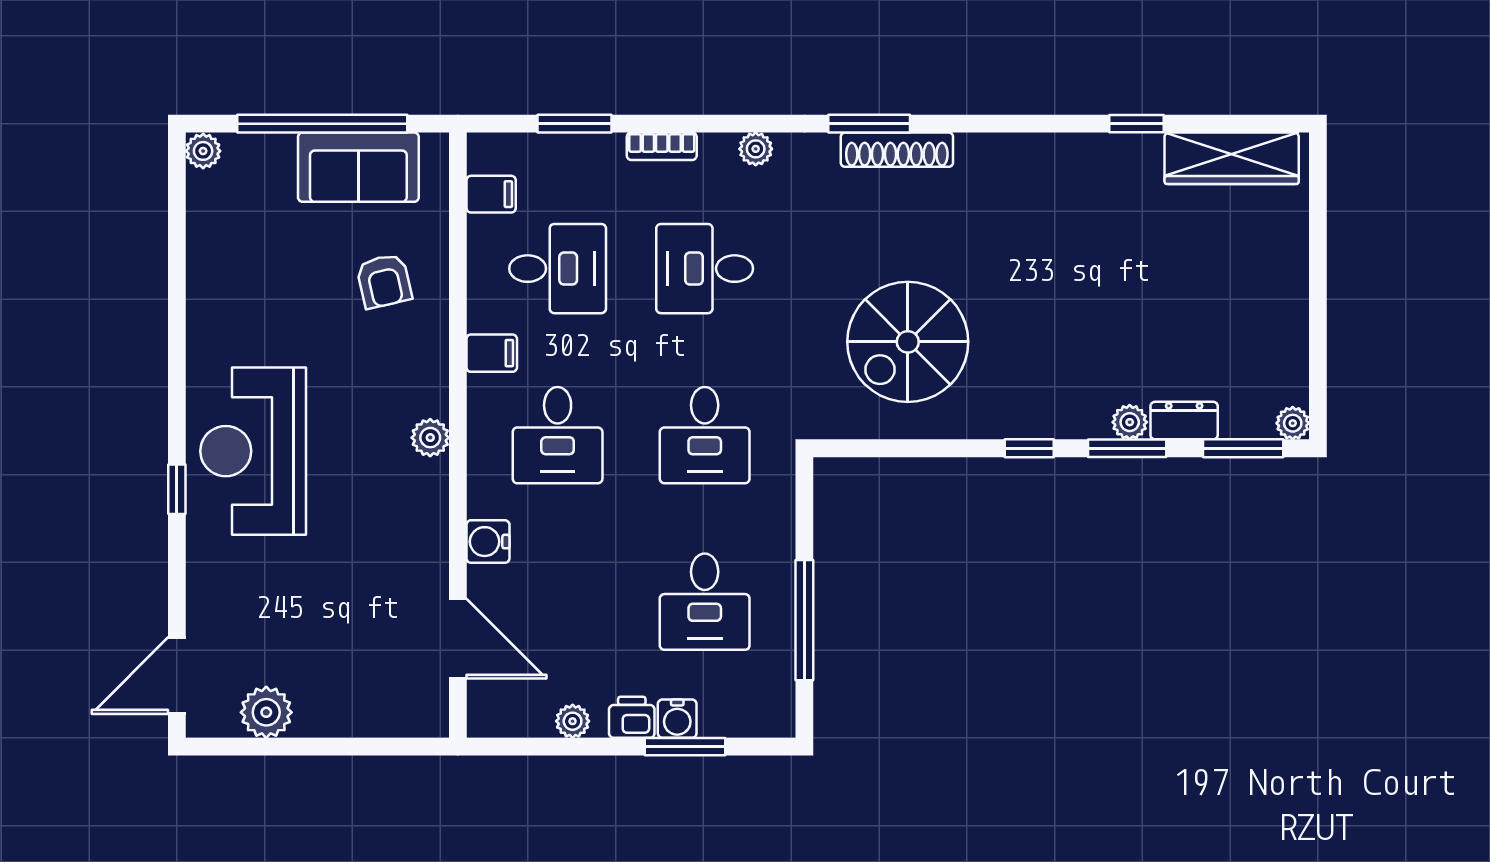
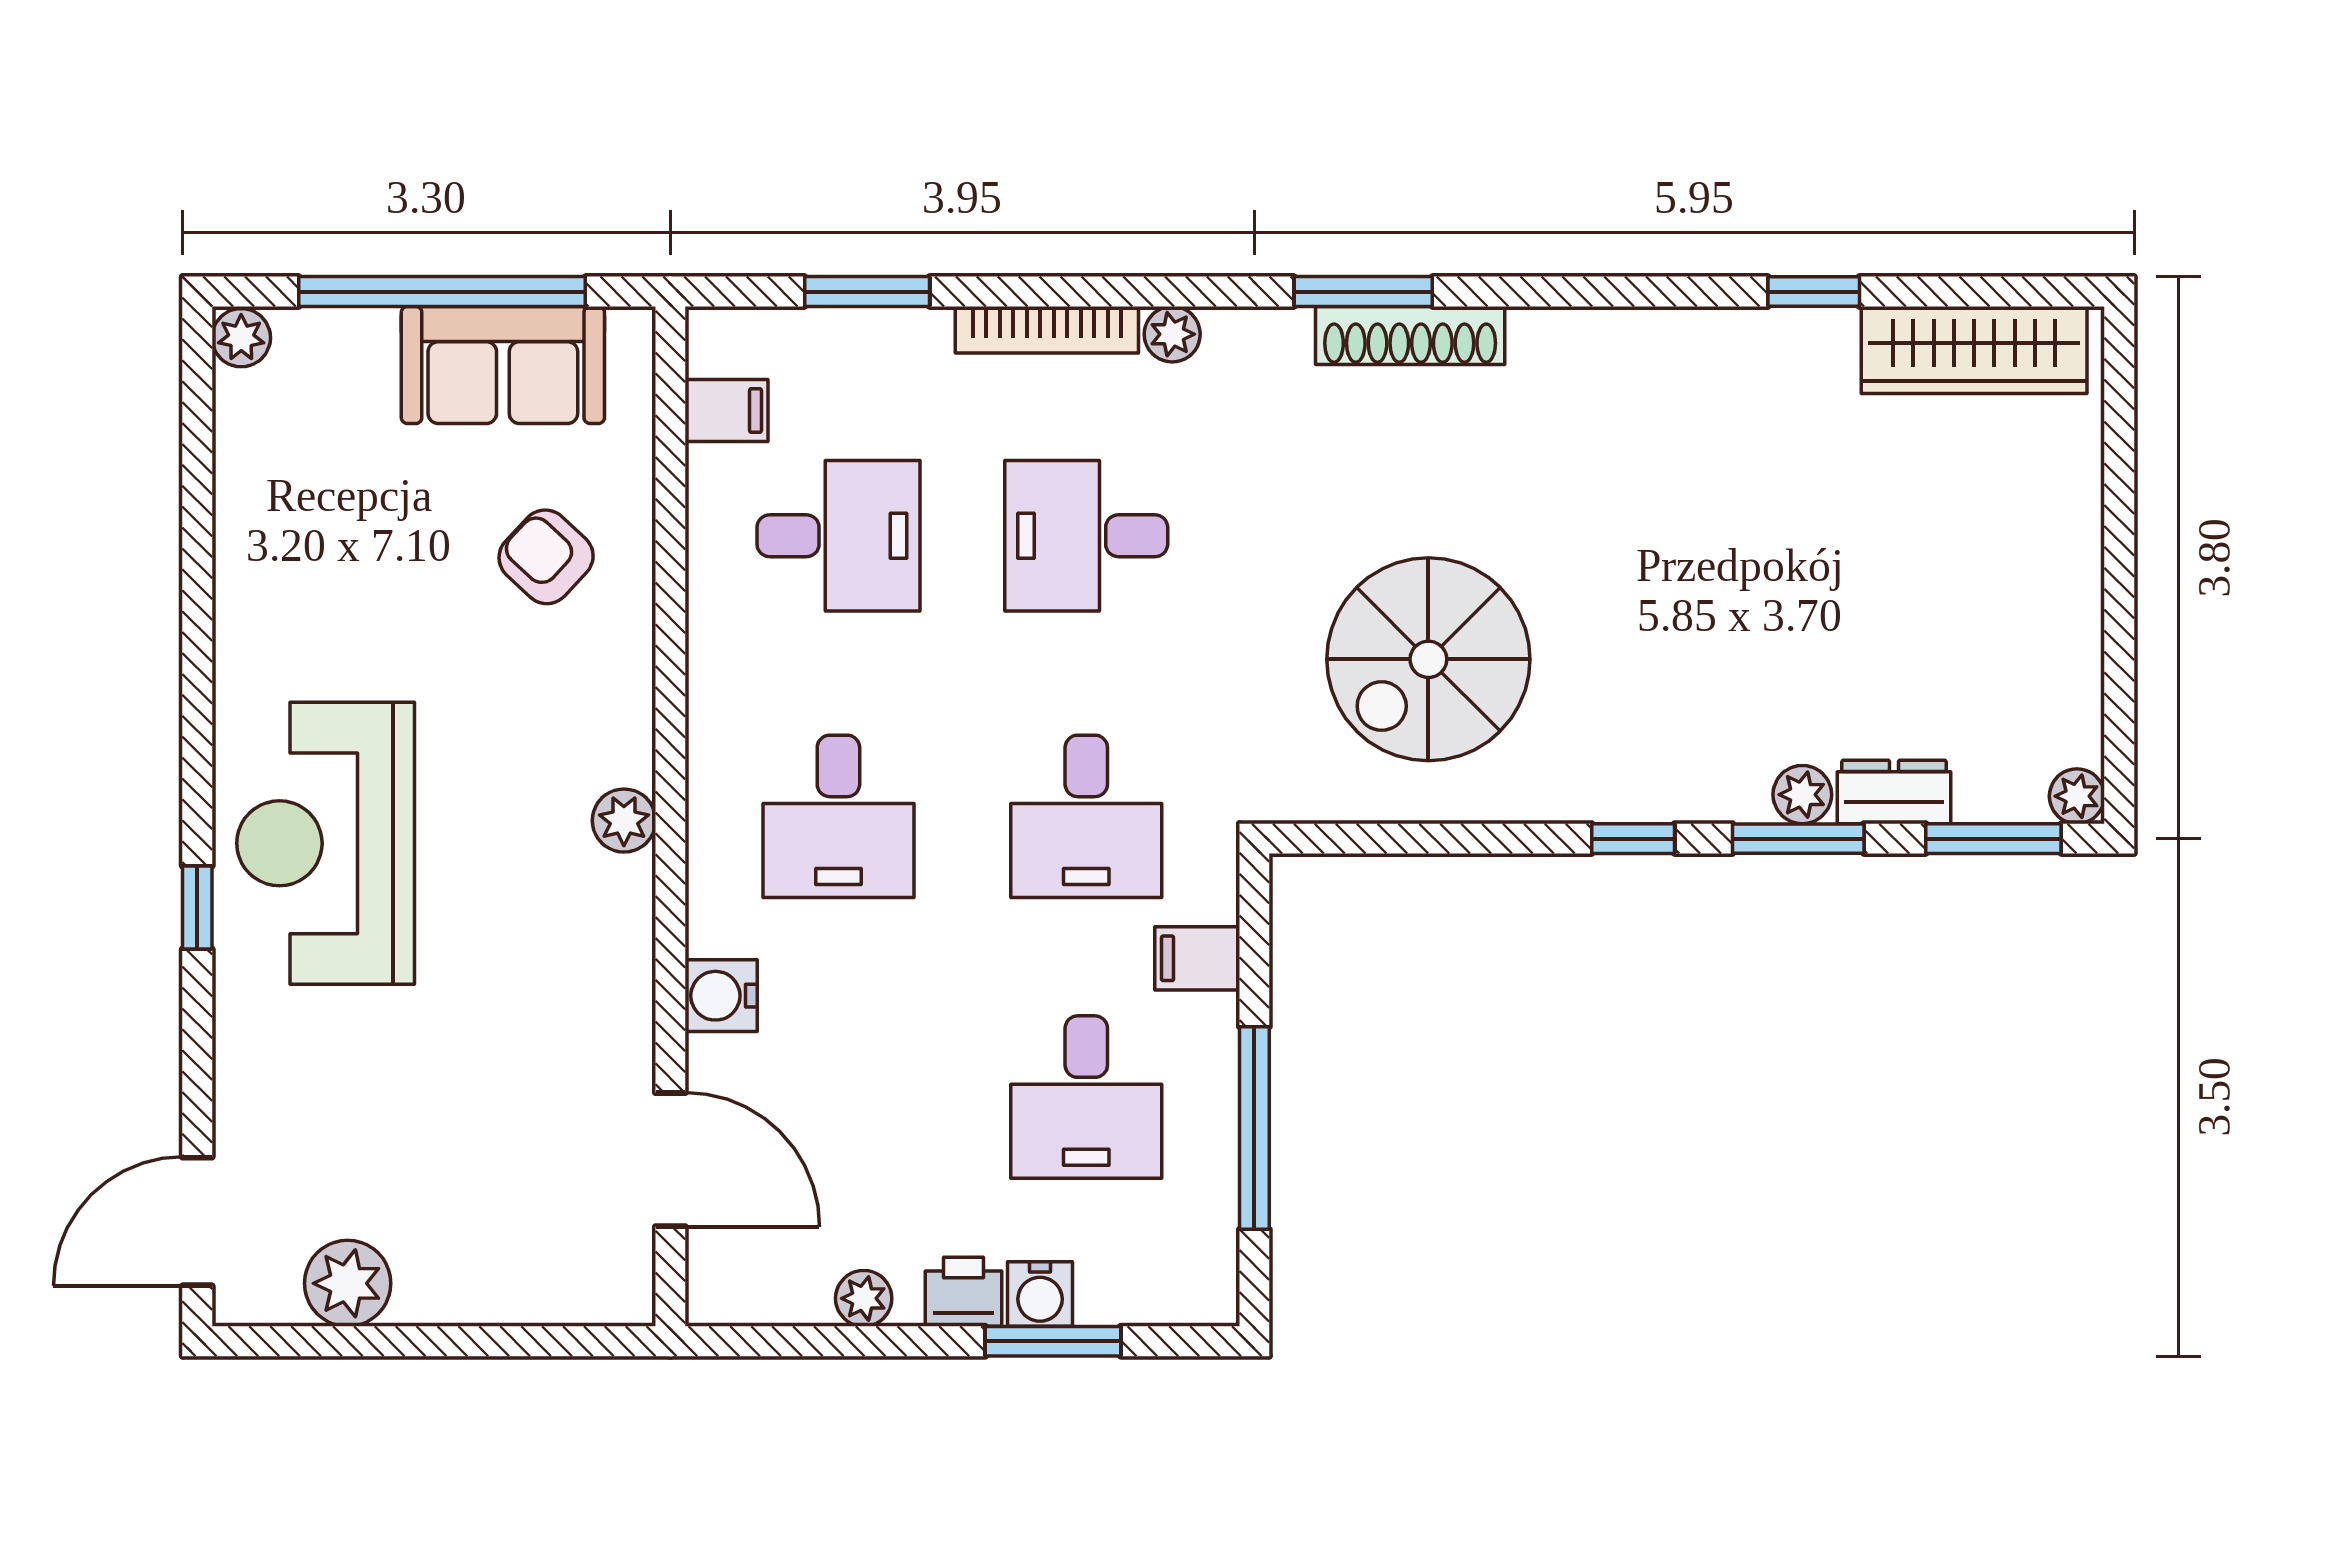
bookcase: (662, 146) -> (1047, 330), width x1.56
armchair: (384, 281) -> (546, 557), turned 146
filing cabinet: (492, 353) -> (1197, 958), moved, turned 180

